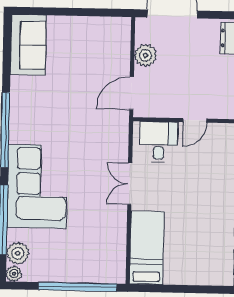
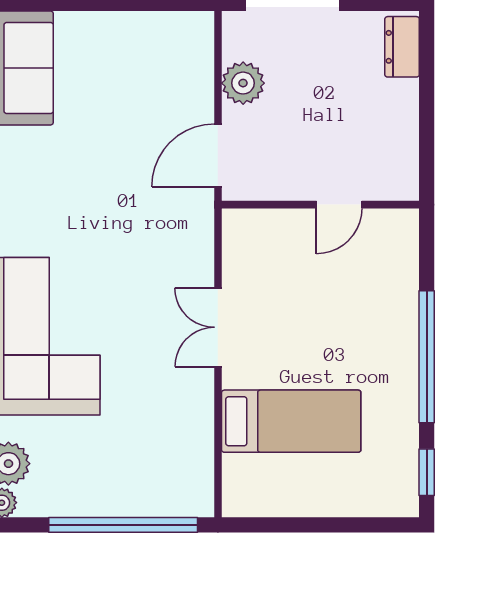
desk: (159, 142) -> (271, 247), removed
bed: (147, 248) -> (291, 421), moved, turned 90

